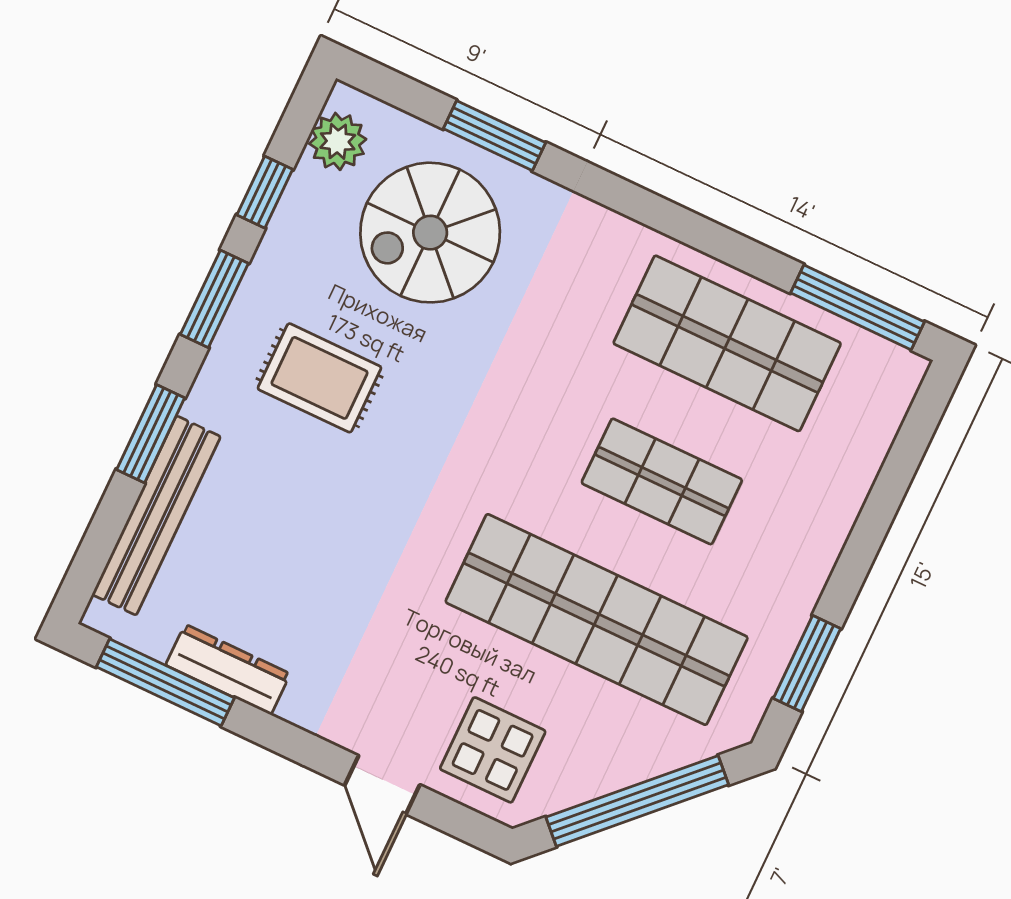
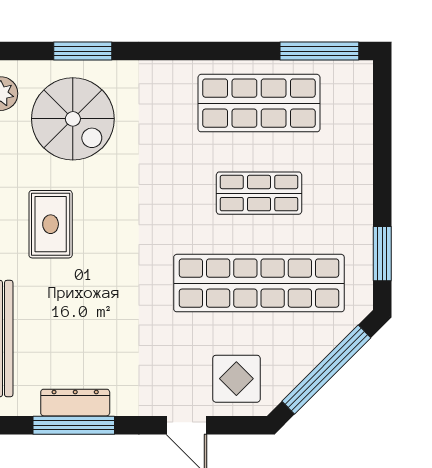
spiral stairs: (430, 233) -> (73, 119), turned -90
rug: (319, 378) -> (51, 224), turned 90
window: (165, 682) -> (74, 425), moved

